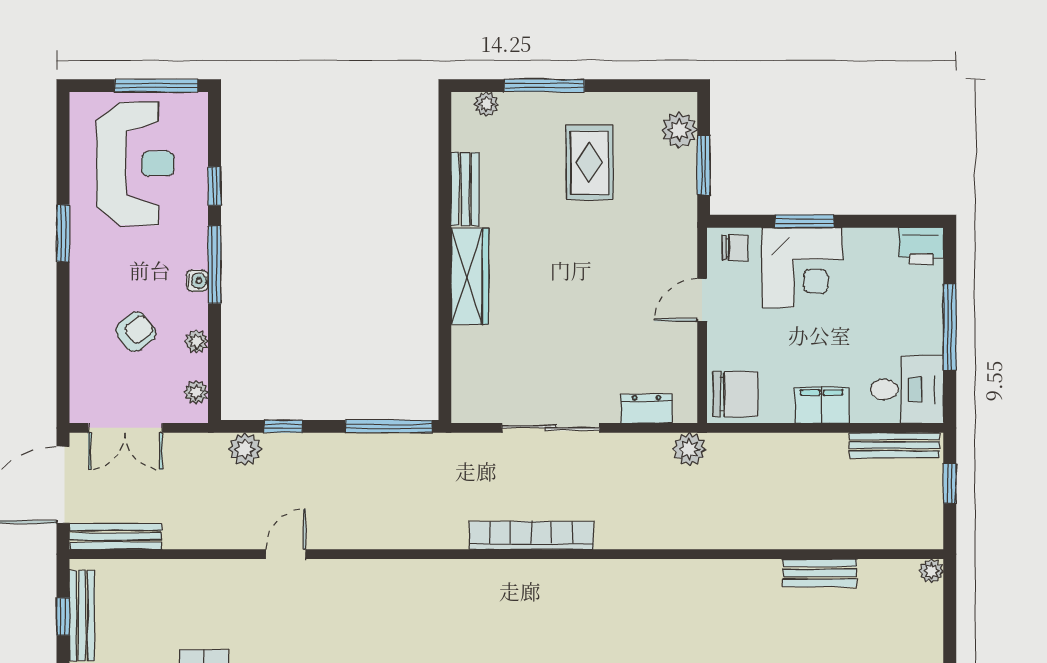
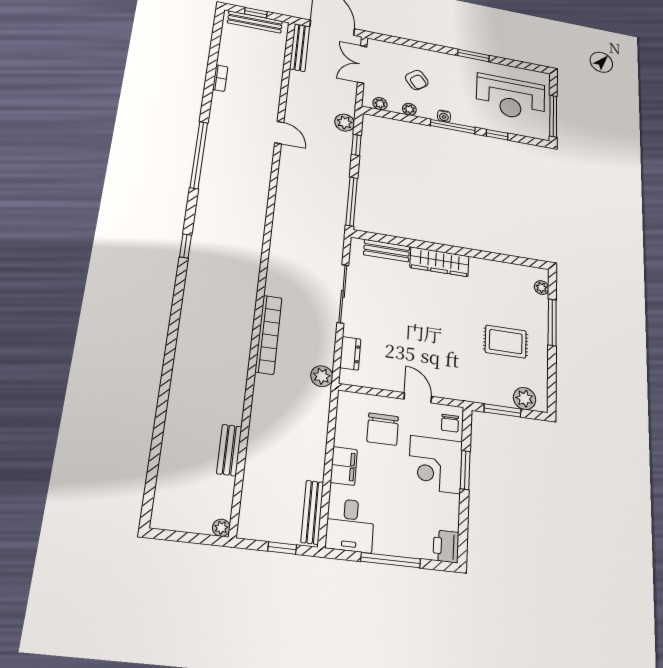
bench: (465, 189) -> (387, 251), moved
chair: (736, 394) -> (383, 429), moved
bookcase: (531, 535) -> (268, 335), moved

